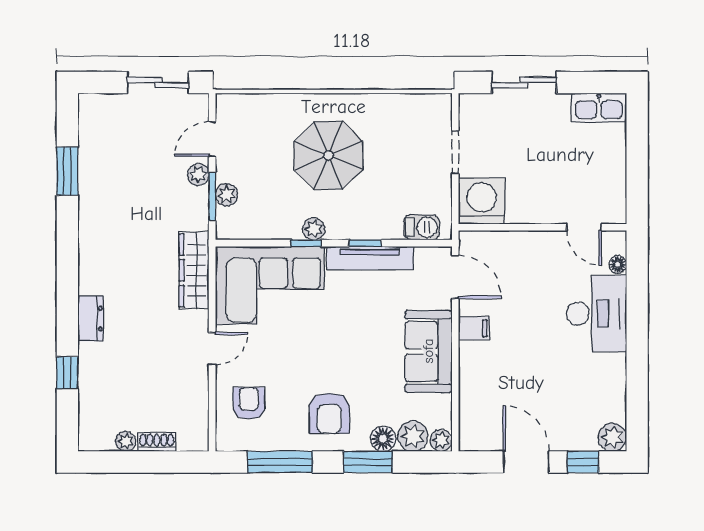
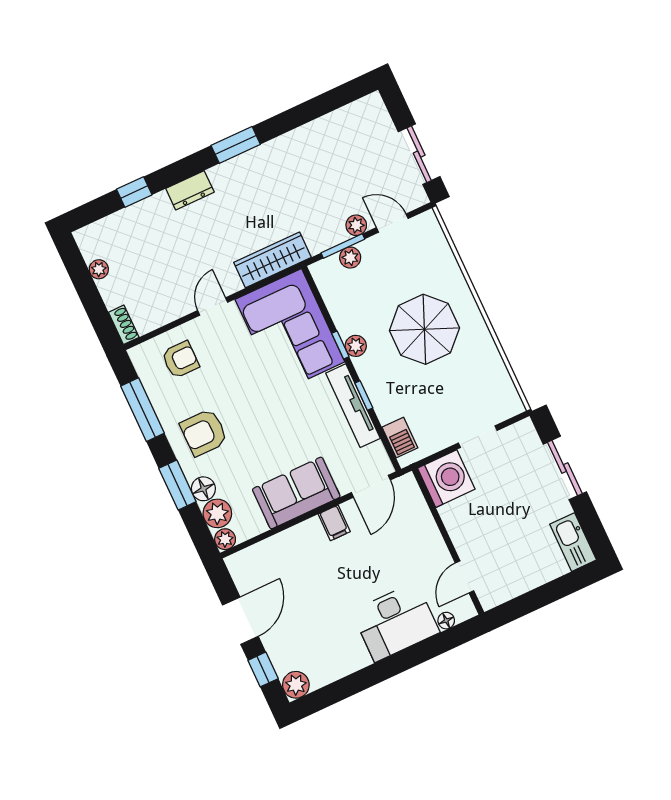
window: (67, 171) -> (236, 145), moved
door: (212, 349) -> (213, 306), swing flipped
shoe rack: (157, 442) -> (124, 325), moved

